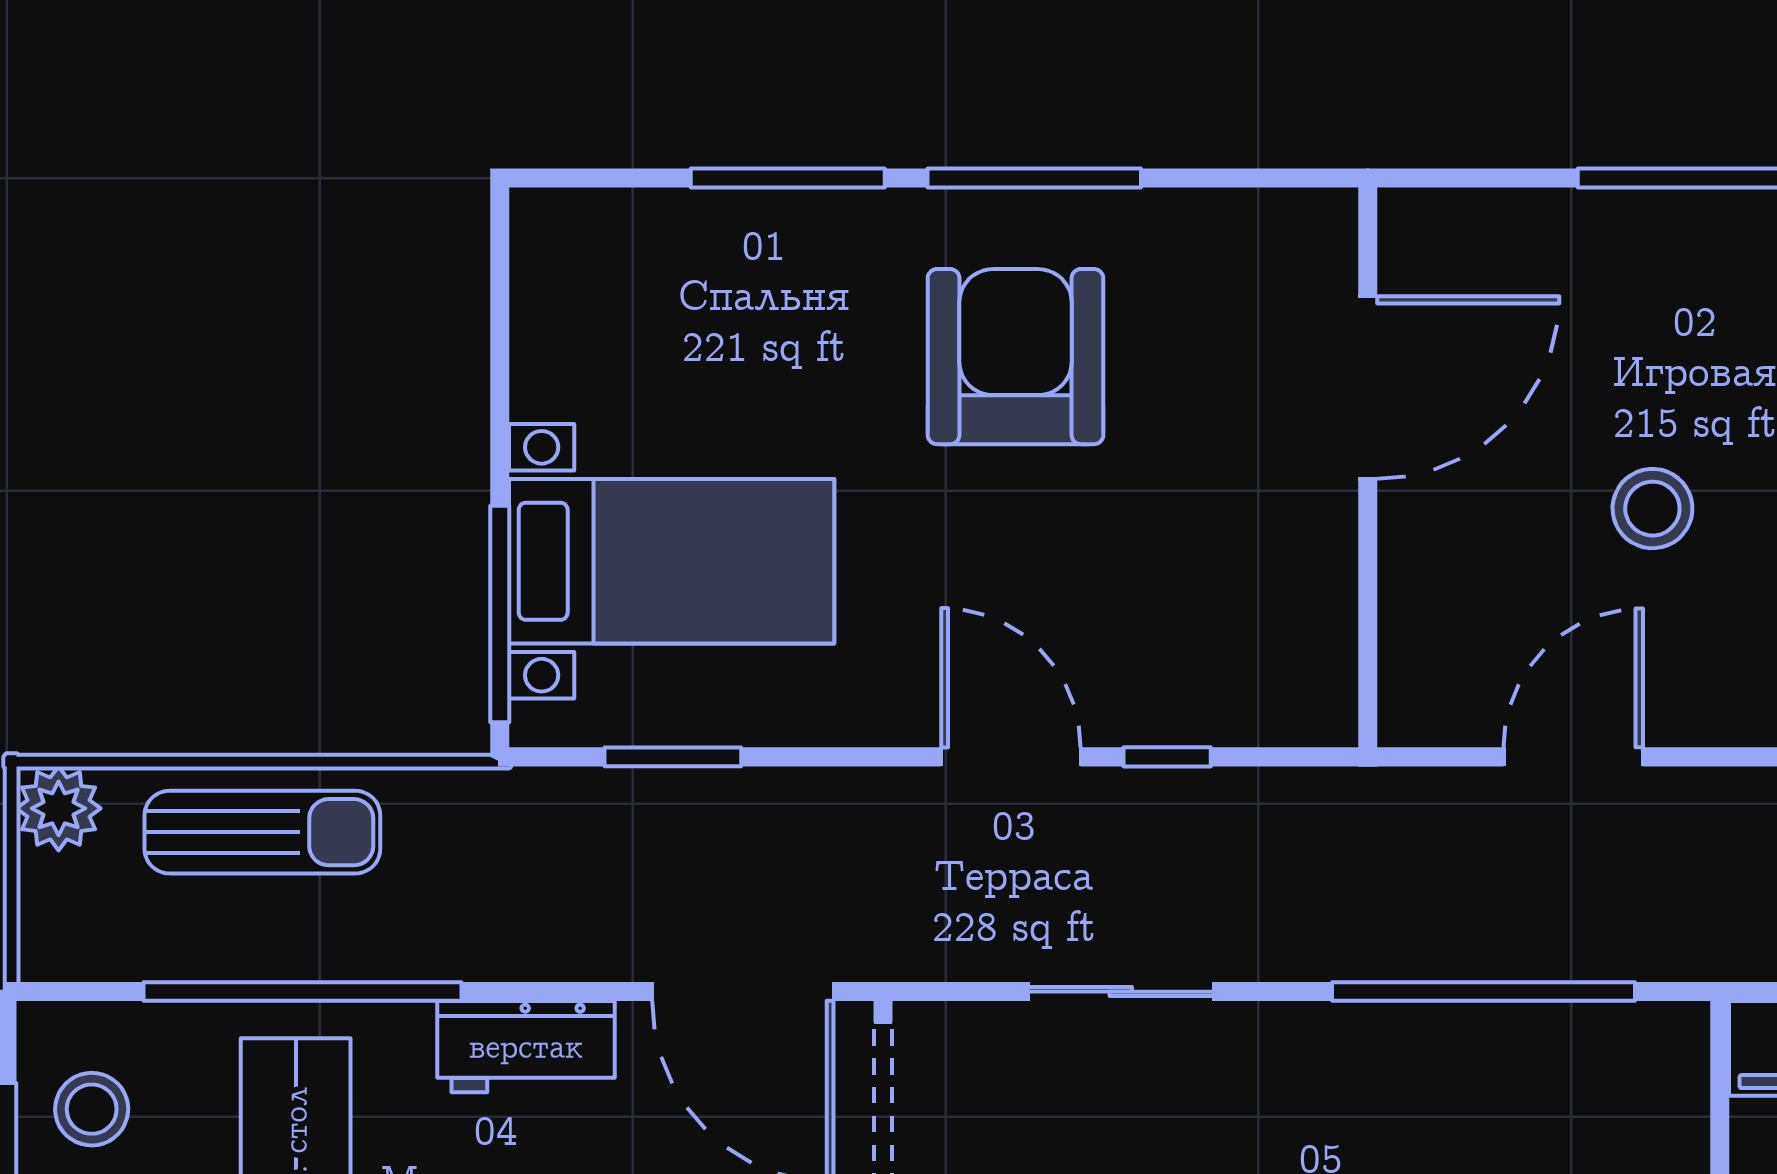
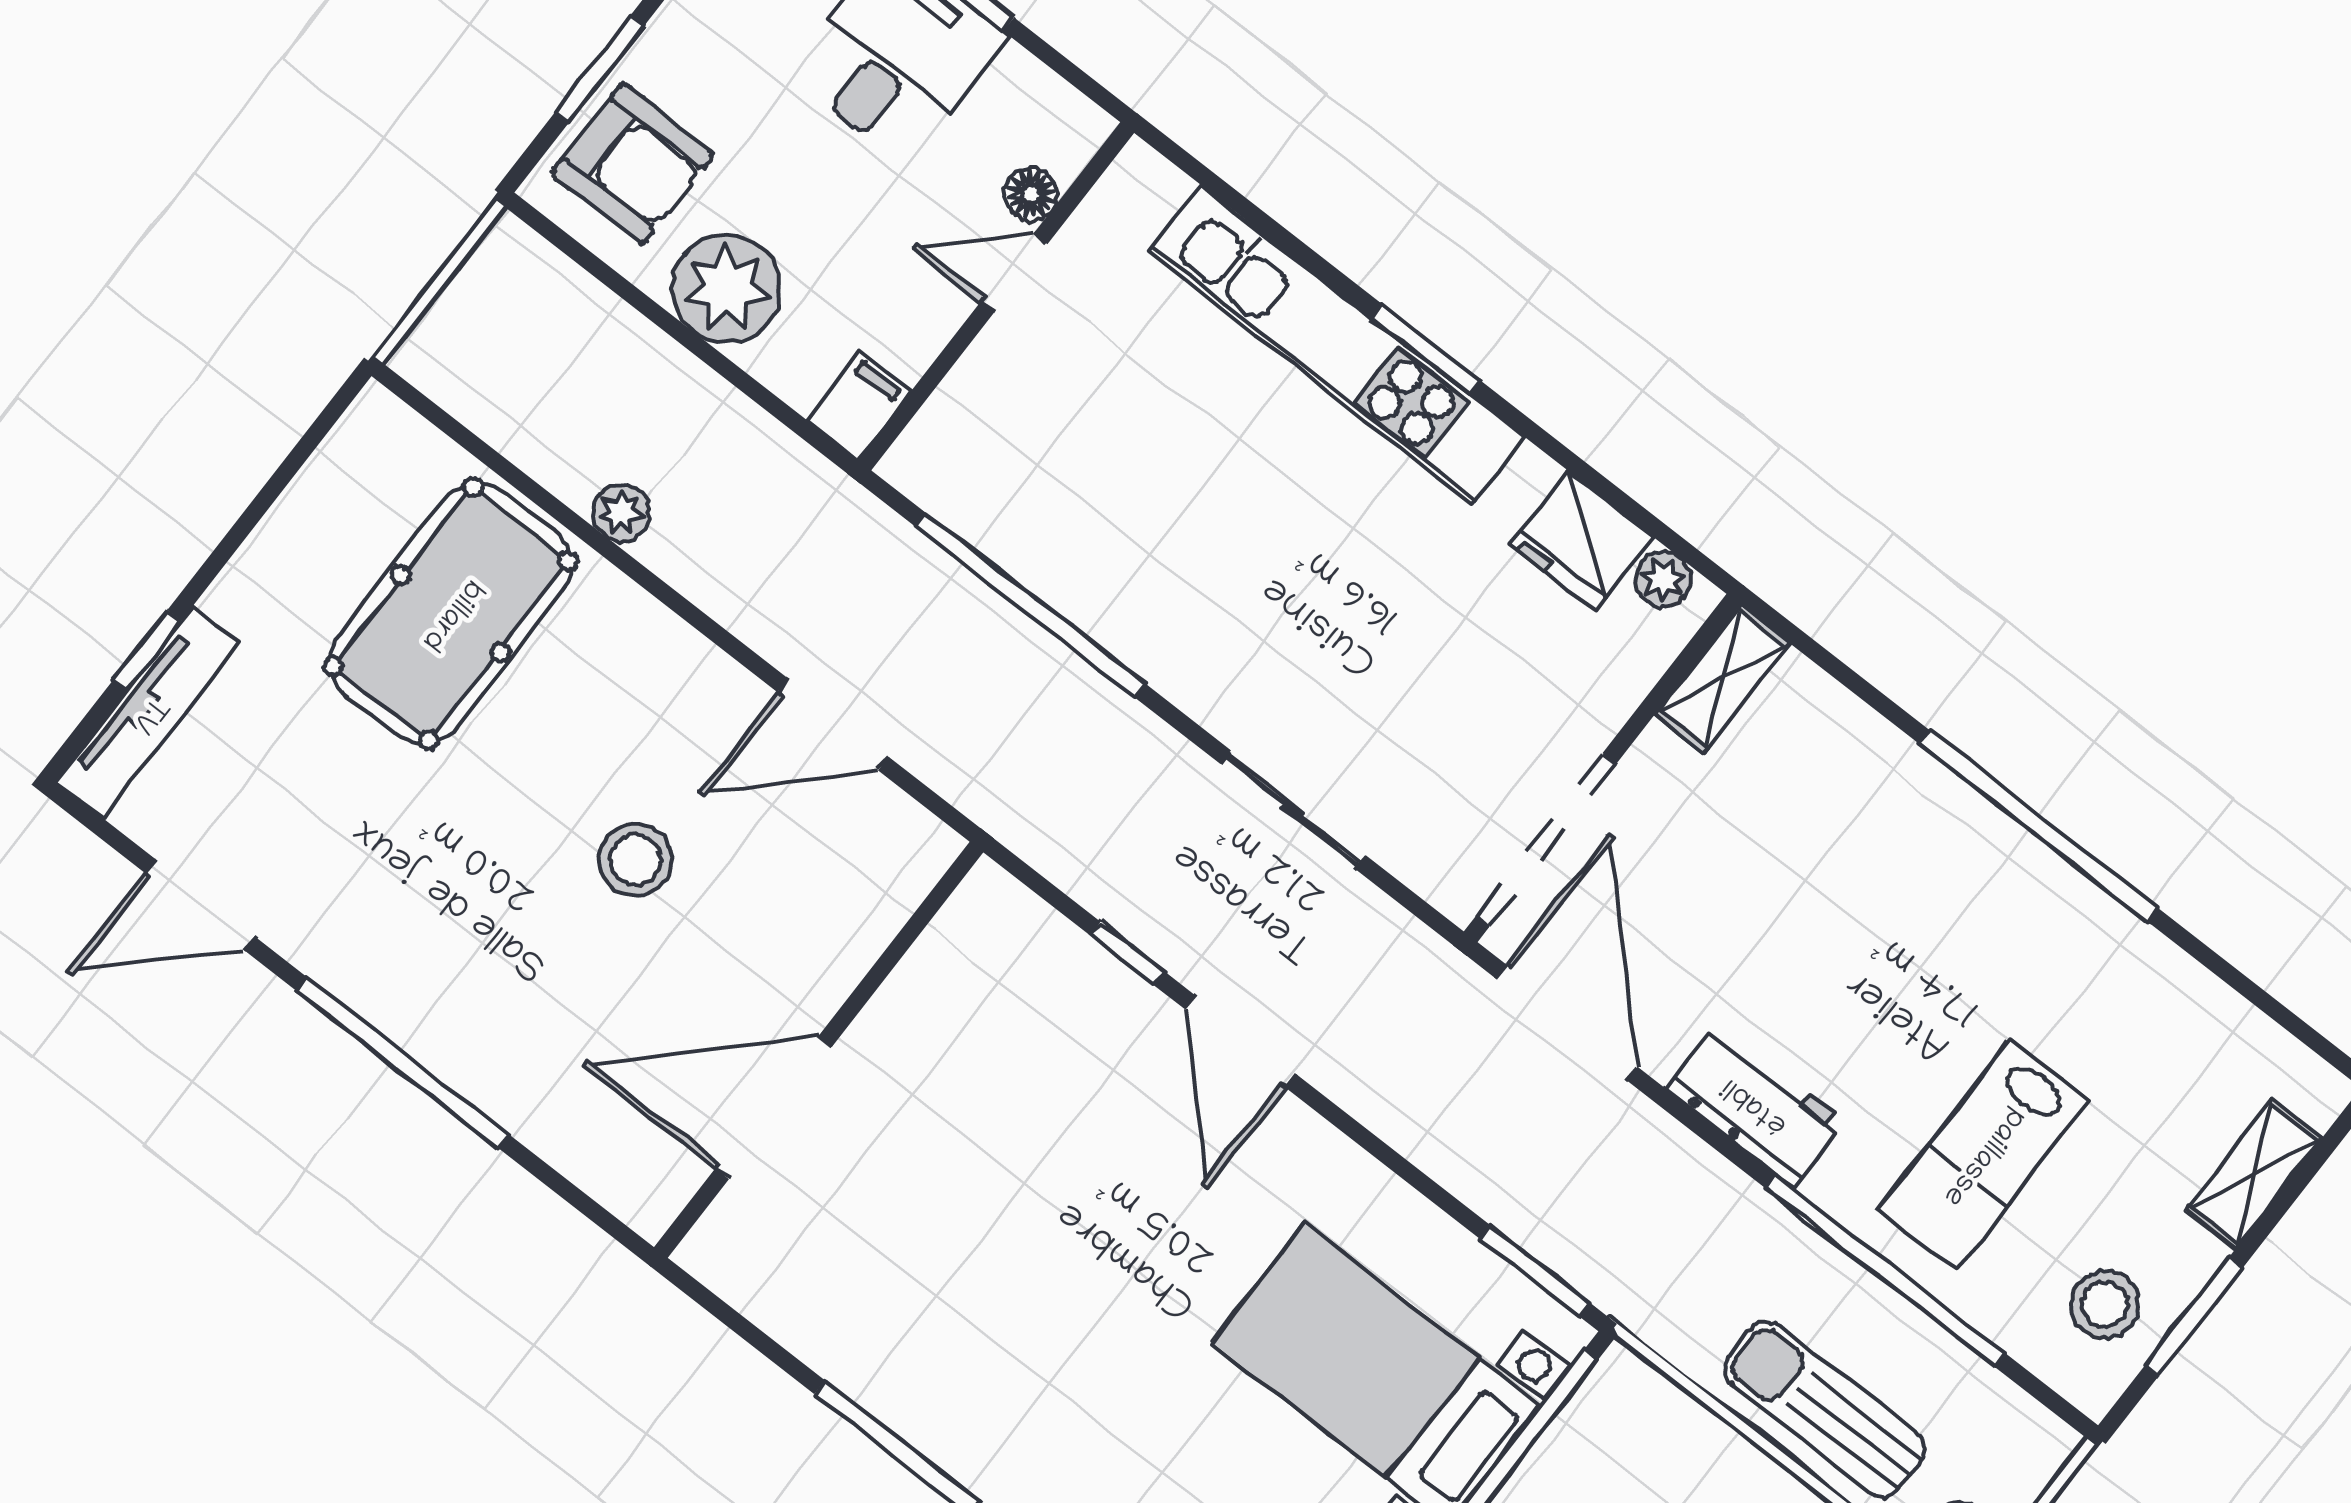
armchair: (1016, 357) -> (1011, 1329), removed
window: (673, 757) -> (1535, 1271), moved

